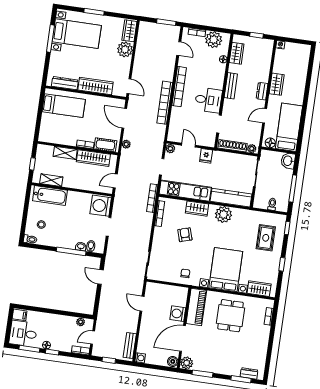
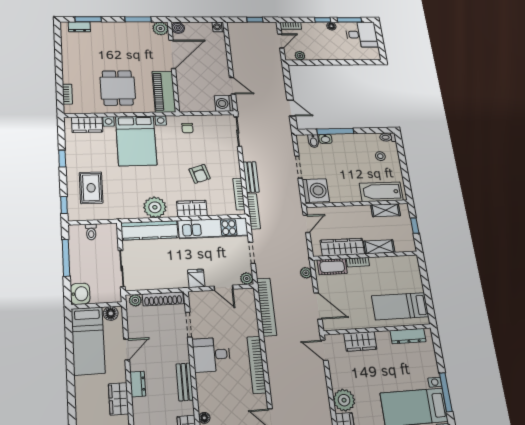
wardrobe: (95, 86) -> (360, 341), width x0.67
bookcase: (165, 103) -> (267, 307), moved
washing machine: (178, 314) -> (224, 103), moved, turned 180
filing cabinet: (20, 315) -> (372, 53), removed
bench: (130, 346) -> (251, 177), moved

